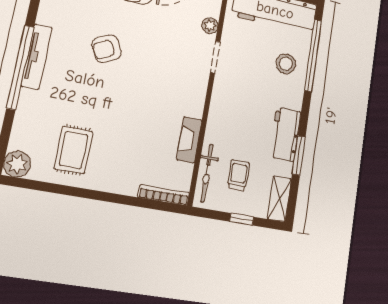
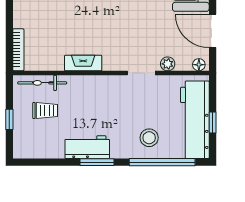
fireplace: (189, 140) -> (83, 63), moved
window: (299, 155) -> (97, 162), moved
shelving: (279, 199) -> (31, 150), removed

